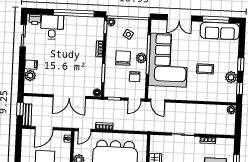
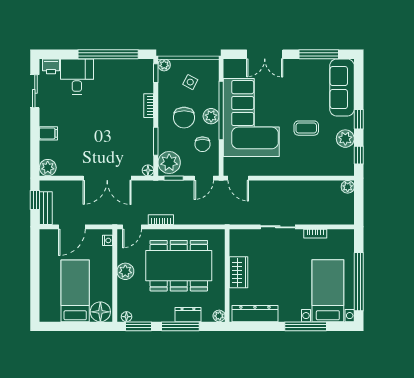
sofa: (220, 31) -> (342, 88), moved, turned 90
chair: (123, 58) -> (184, 118), turned 180
plant: (30, 76) -> (48, 168), moved
plant: (112, 88) -> (169, 163), added

